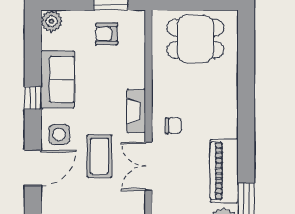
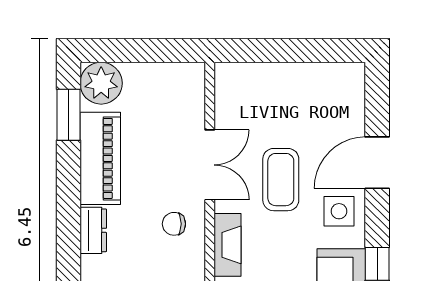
dresser: (229, 121) -> (93, 230), added

